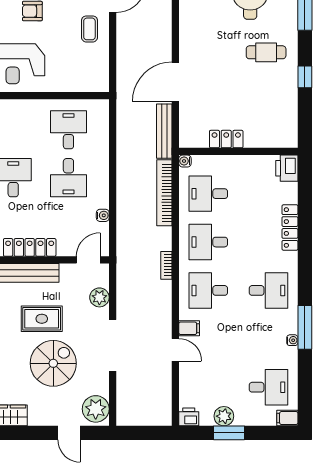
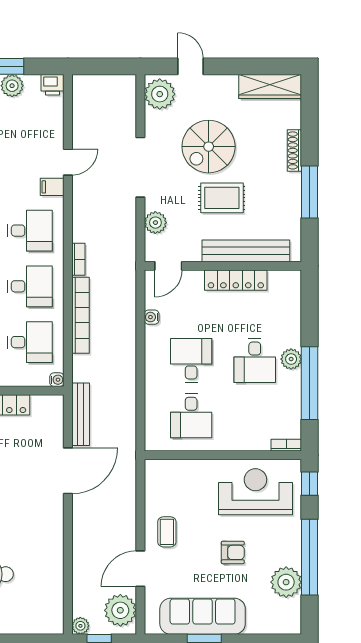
bookcase: (164, 193) -> (81, 315), moved
door: (175, 350) -> (68, 162), swing flipped

